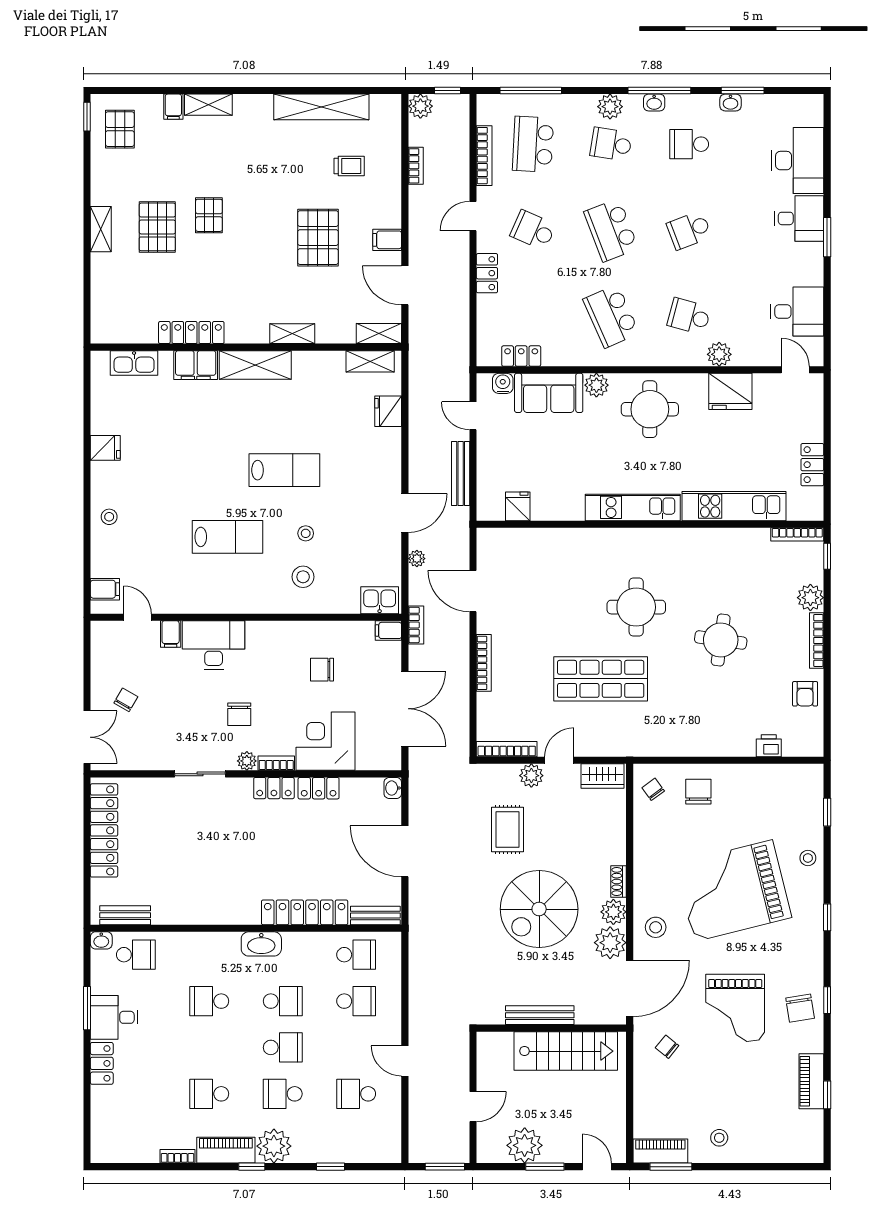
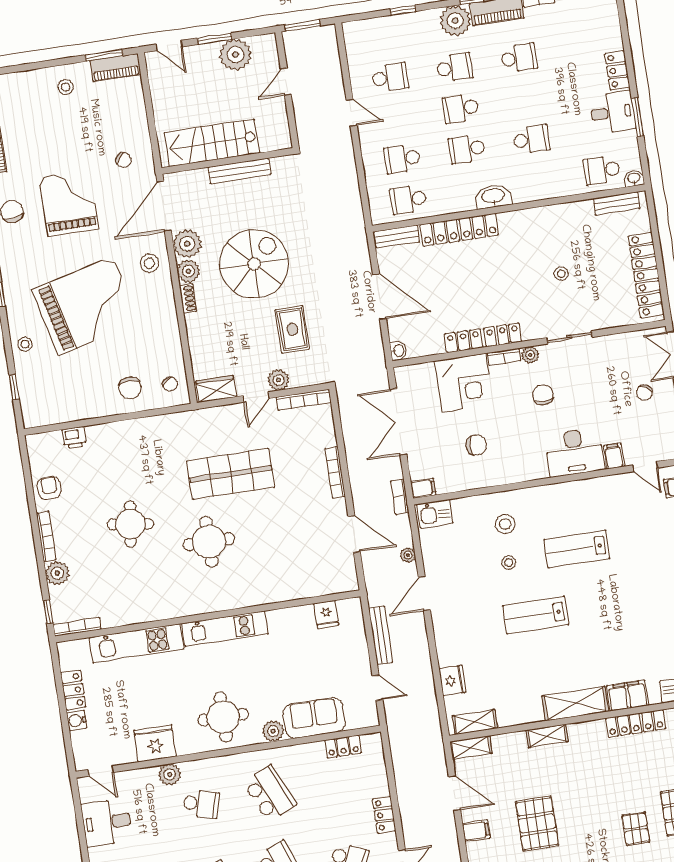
water cooler: (503, 383) -> (77, 720), moved, turned 90
stool: (198, 846) -> (561, 274), added

